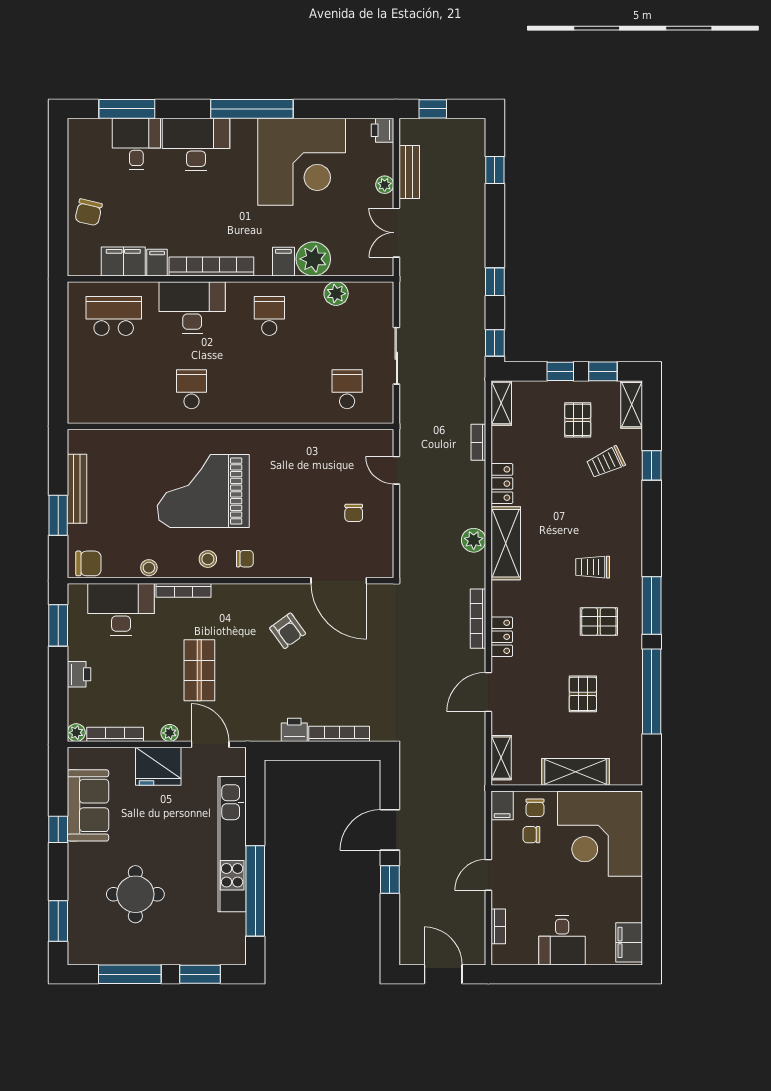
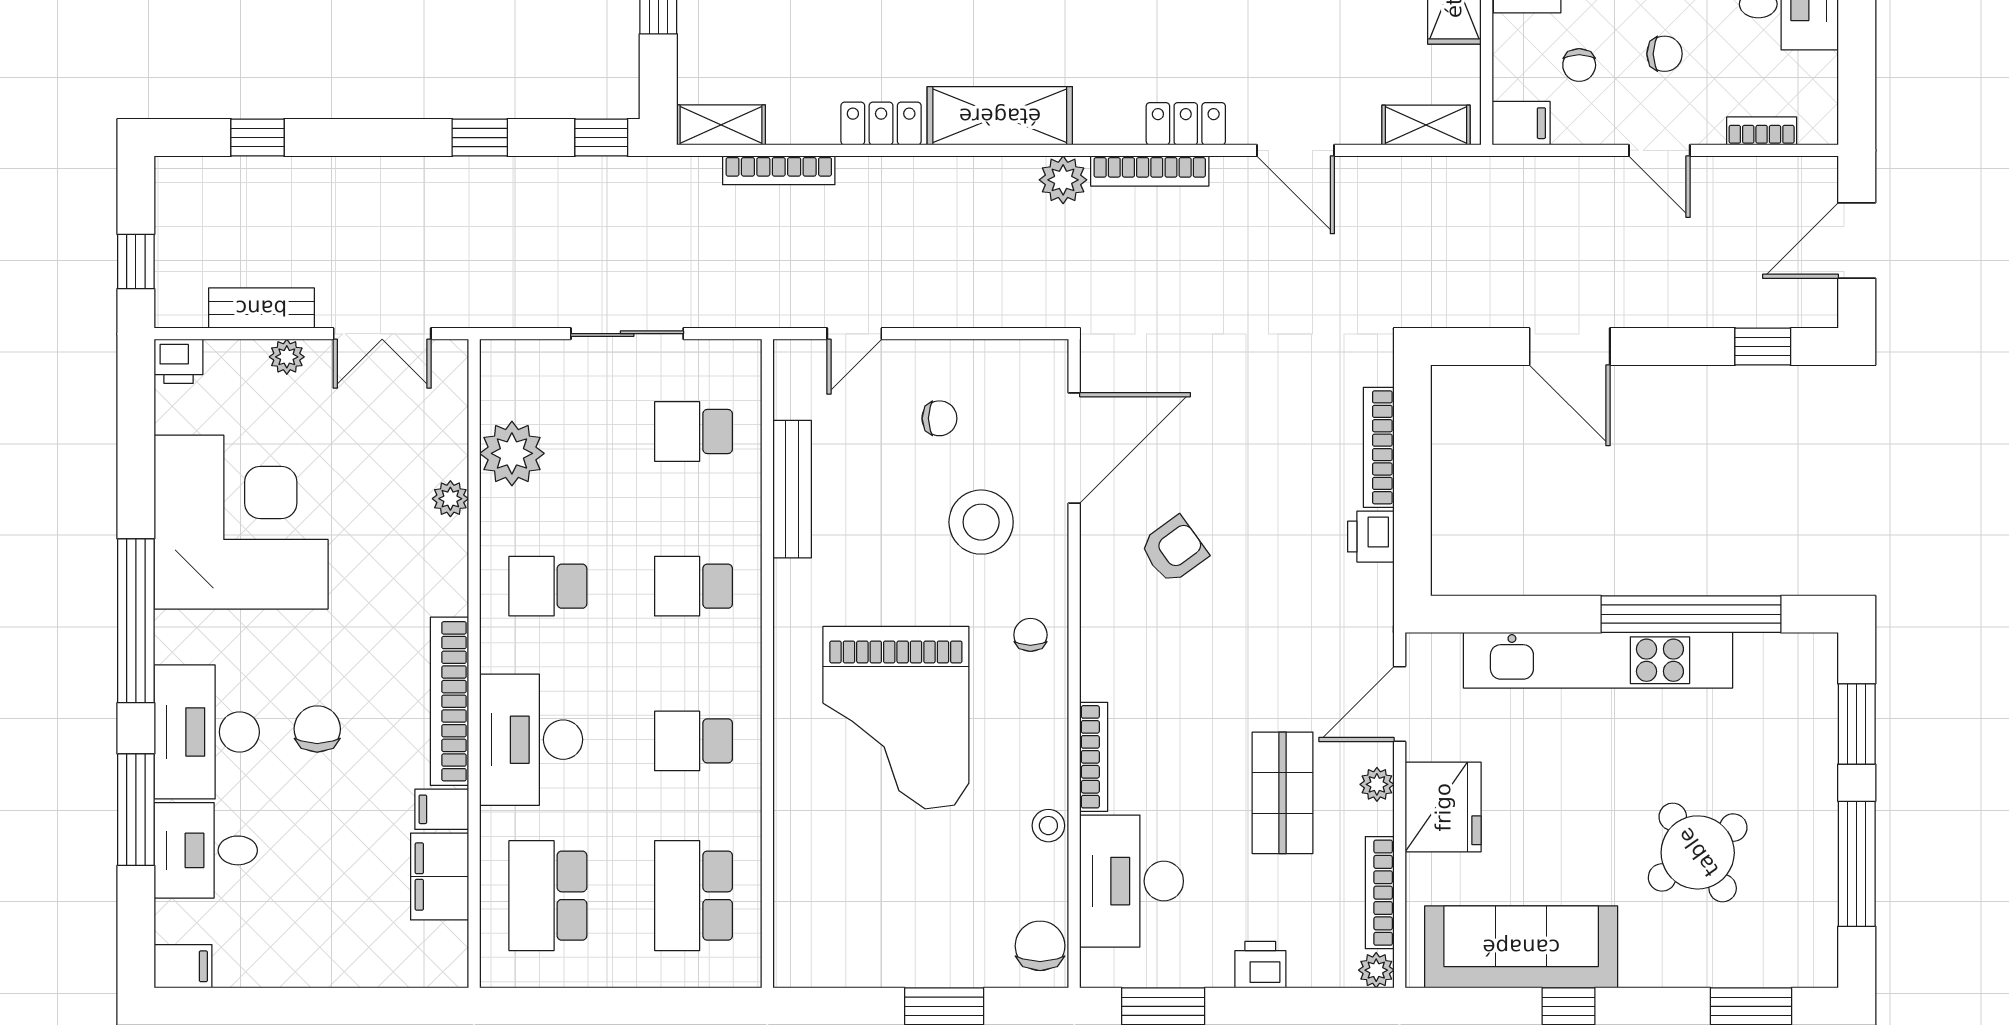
window: (127, 109) -> (136, 810), moved
chair: (89, 212) -> (317, 729), moved, turned -103
plant: (313, 259) -> (450, 499), width x0.53, depth x0.53
filing cabinet: (283, 262) -> (183, 966), moved, turned 180
plant: (336, 294) -> (512, 453), width x1.36, depth x1.36
school desk: (114, 389) -> (693, 896), added
school desk: (269, 389) -> (693, 586), added
bookcase: (478, 442) -> (779, 170), width x1.56
bench: (77, 489) -> (792, 489), moved, turned 90
plant: (474, 540) -> (1063, 180), moved
stool: (208, 559) -> (981, 522), moved, width x1.89, depth x1.89
shop shelf: (199, 670) -> (1283, 793), moved, turned 90
sofa: (88, 805) -> (1521, 947), width x1.36
chair: (535, 808) -> (1665, 54), moved
window: (390, 880) -> (1763, 347), moved
round table: (135, 894) -> (1698, 852), turned -35

